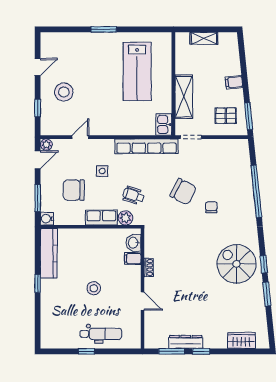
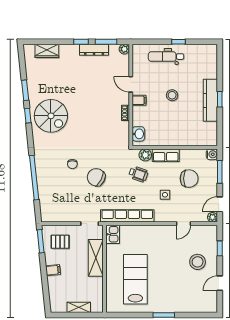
kitchen counter: (49, 253) -> (210, 100), moved
filing cabinet: (133, 259) -> (139, 100), moved
plant: (150, 343) -> (124, 49), added

